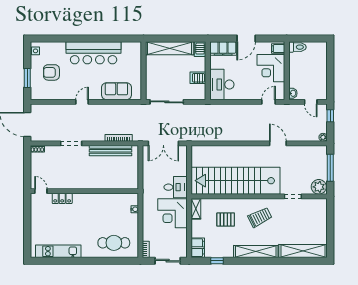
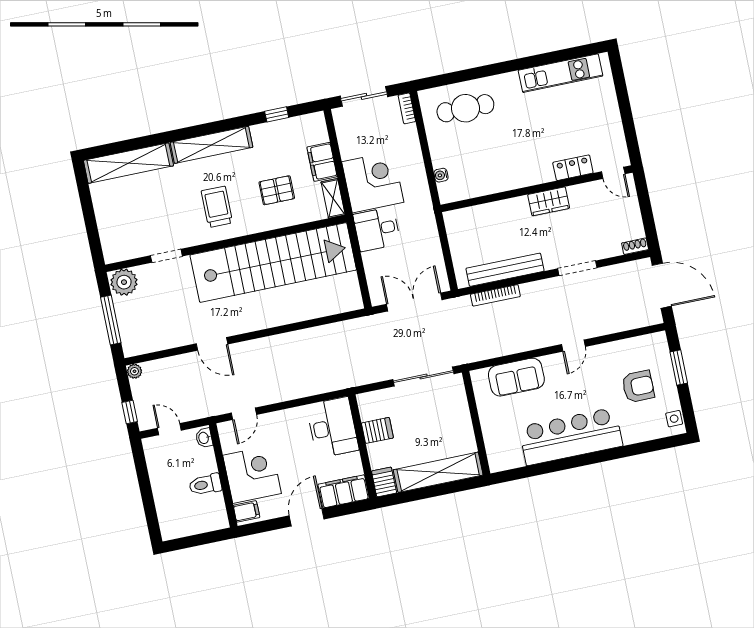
toilet: (297, 47) -> (205, 485), moved
wardrobe: (79, 183) -> (549, 201), added
trolley: (260, 217) -> (217, 207), turned 117
filing cabinet: (198, 248) -> (322, 162), moved

